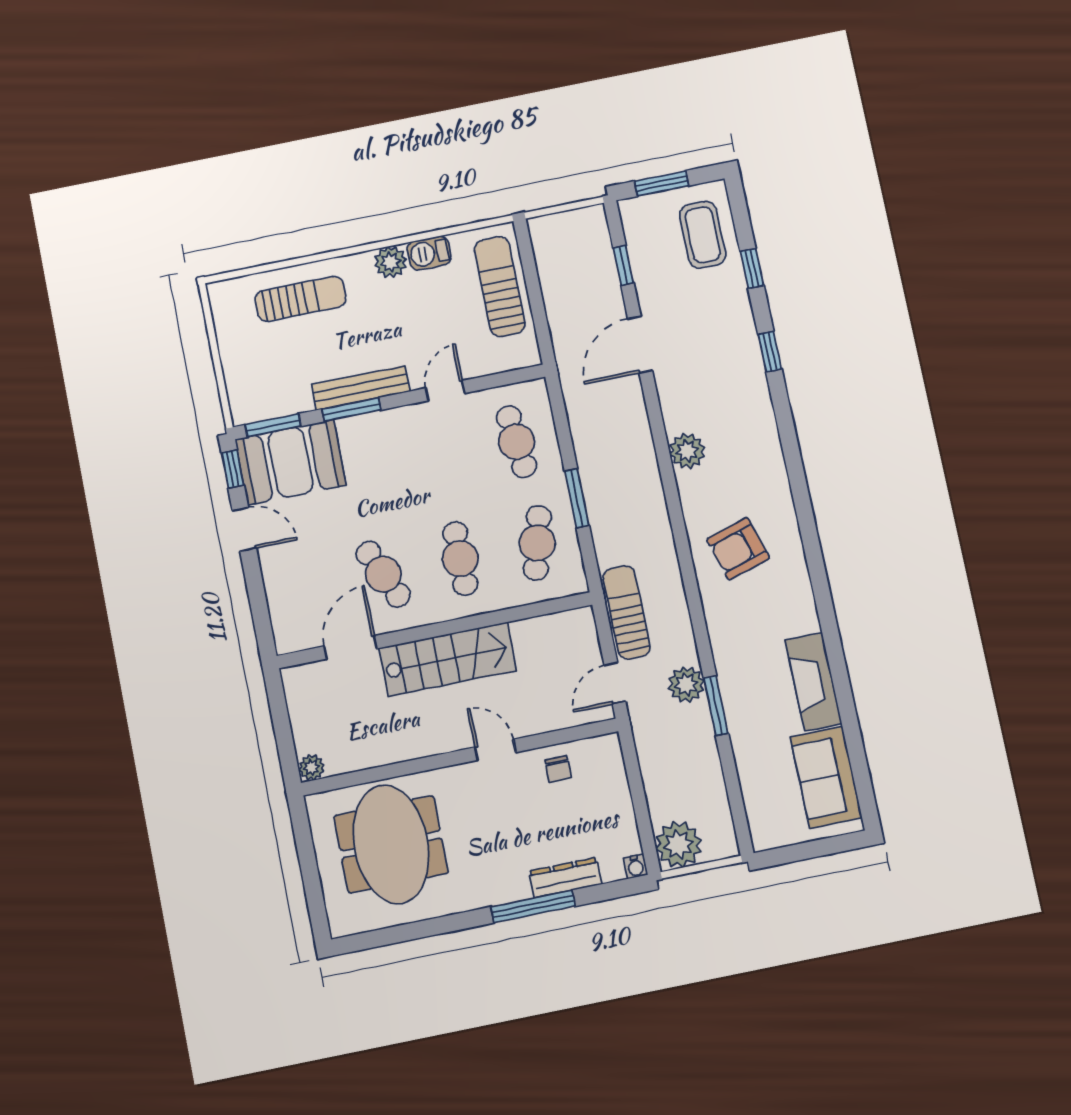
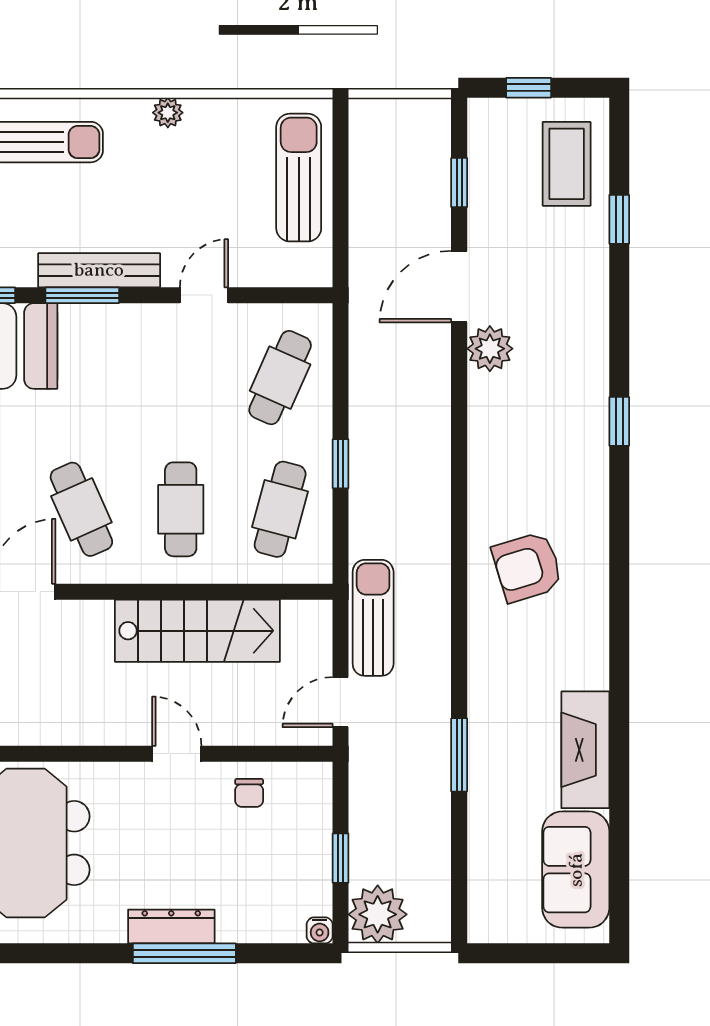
window: (661, 183) -> (529, 88), width x0.67
barbecue: (429, 253) -> (219, 117), removed
plant: (391, 262) -> (168, 113), width x0.73, depth x0.73
window: (770, 352) -> (619, 421), moved
cafe table: (517, 442) -> (280, 378), turned 30
plant: (687, 451) -> (490, 349), moved
window: (577, 498) -> (341, 464), width x0.67
stairs: (448, 659) -> (197, 631), moved
plant: (686, 684) -> (428, 721), removed
window: (640, 806) -> (341, 858), added
dresser: (565, 878) -> (171, 927), moved

